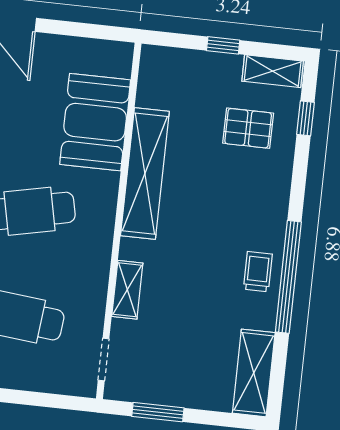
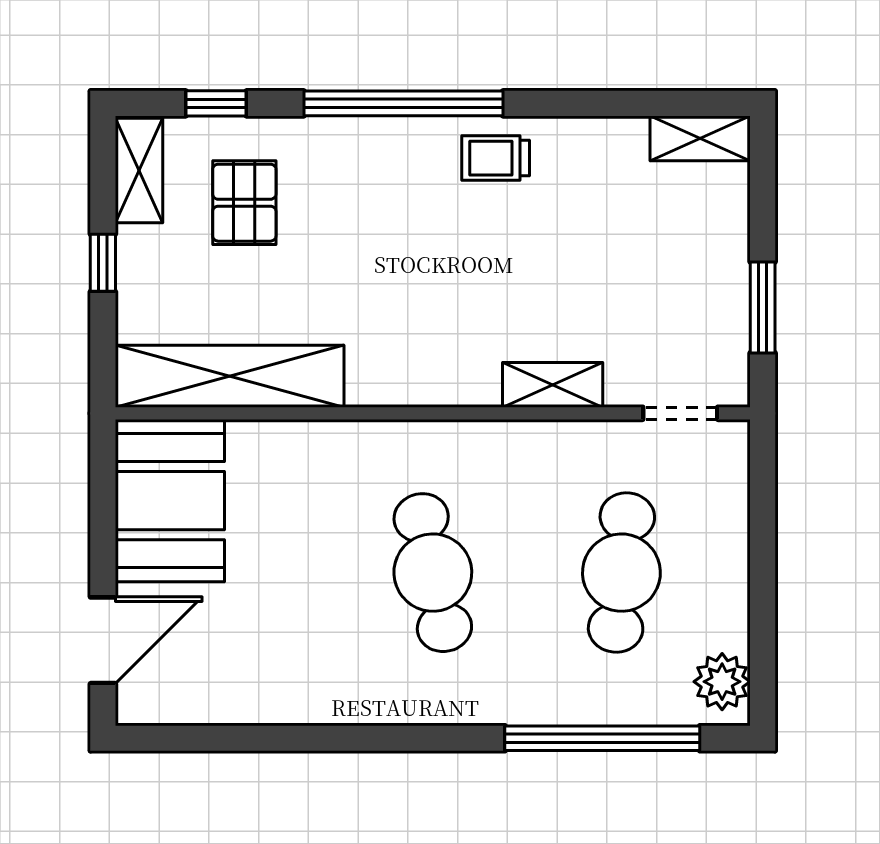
booth: (95, 122) -> (170, 501), moved, turned 90
shelving: (145, 174) -> (230, 376), moved
window: (288, 277) -> (403, 103), moved
shelving: (254, 373) -> (700, 138), width x0.67, depth x0.75

